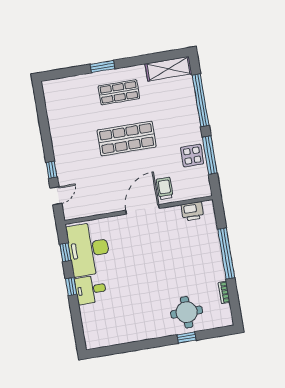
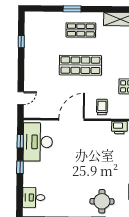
window: (52, 170) -> (21, 42), moved
door: (142, 209) -> (72, 120), moved
desk: (91, 290) -> (34, 197), moved

